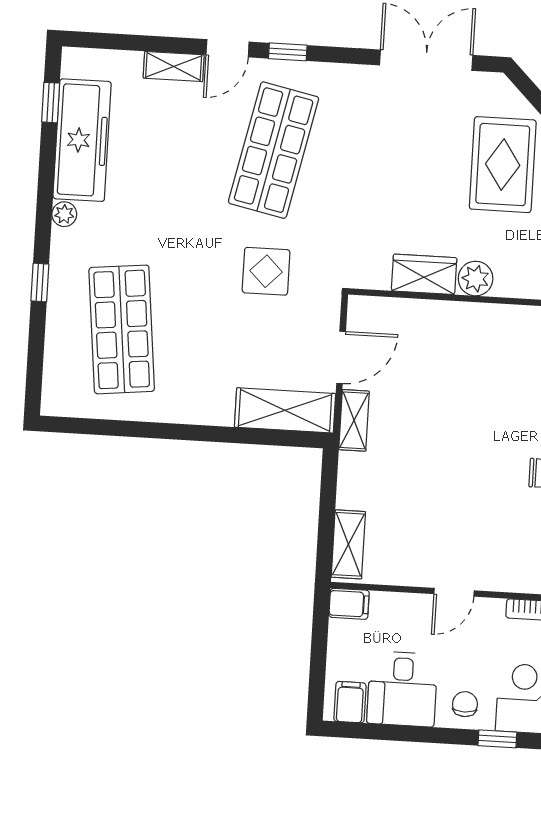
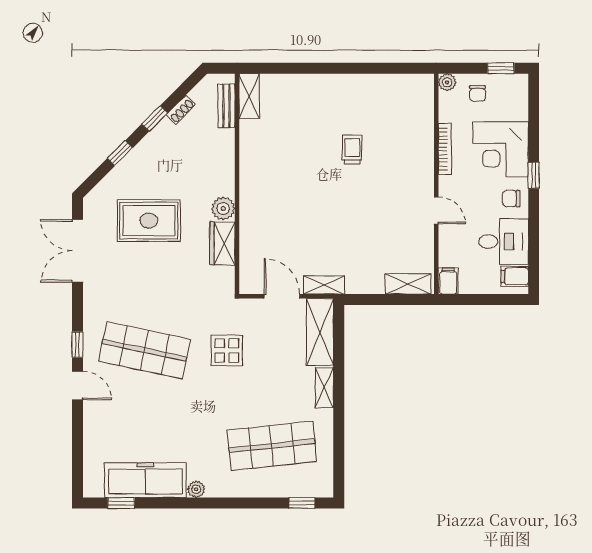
shelving: (174, 66) -> (324, 388), moved
rug: (503, 165) -> (149, 221), moved
window: (40, 282) -> (302, 503), moved

